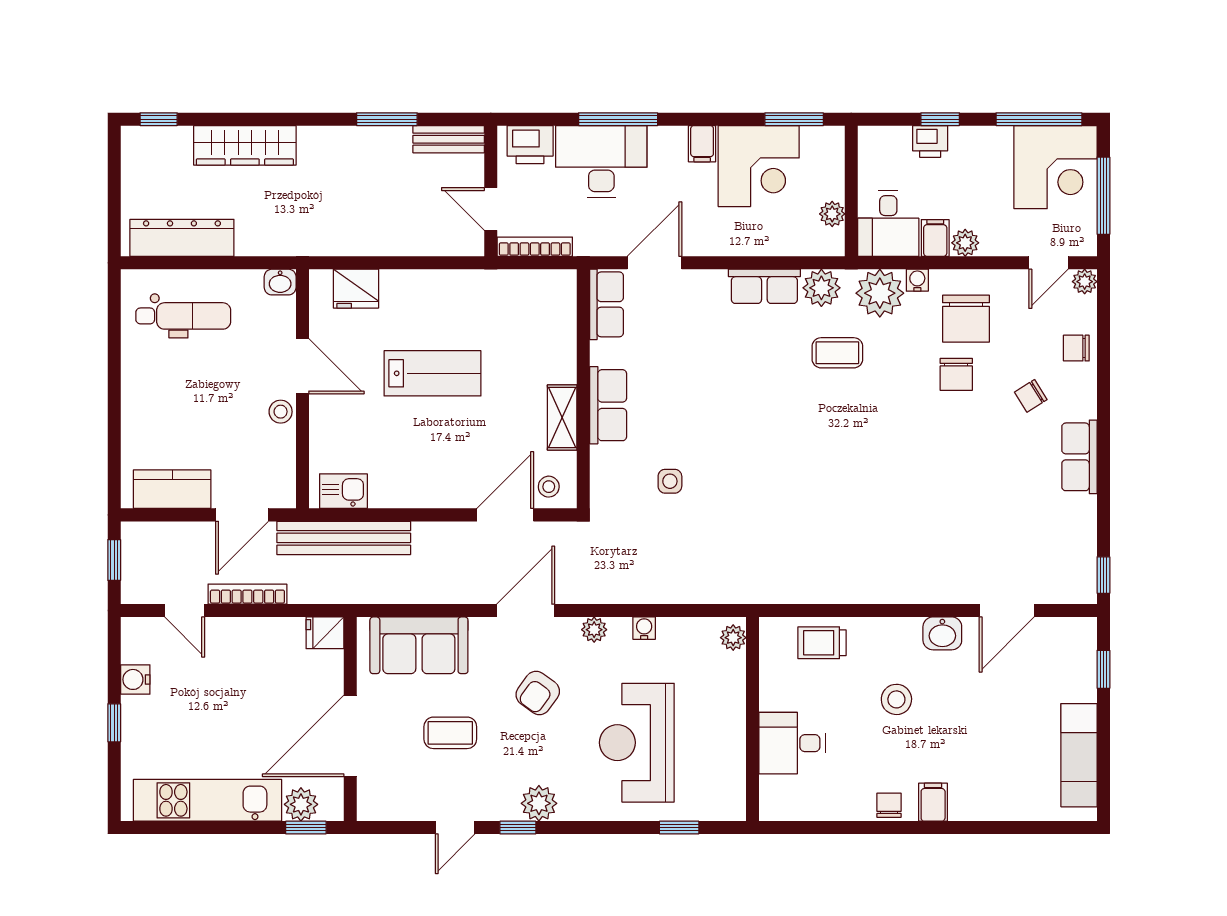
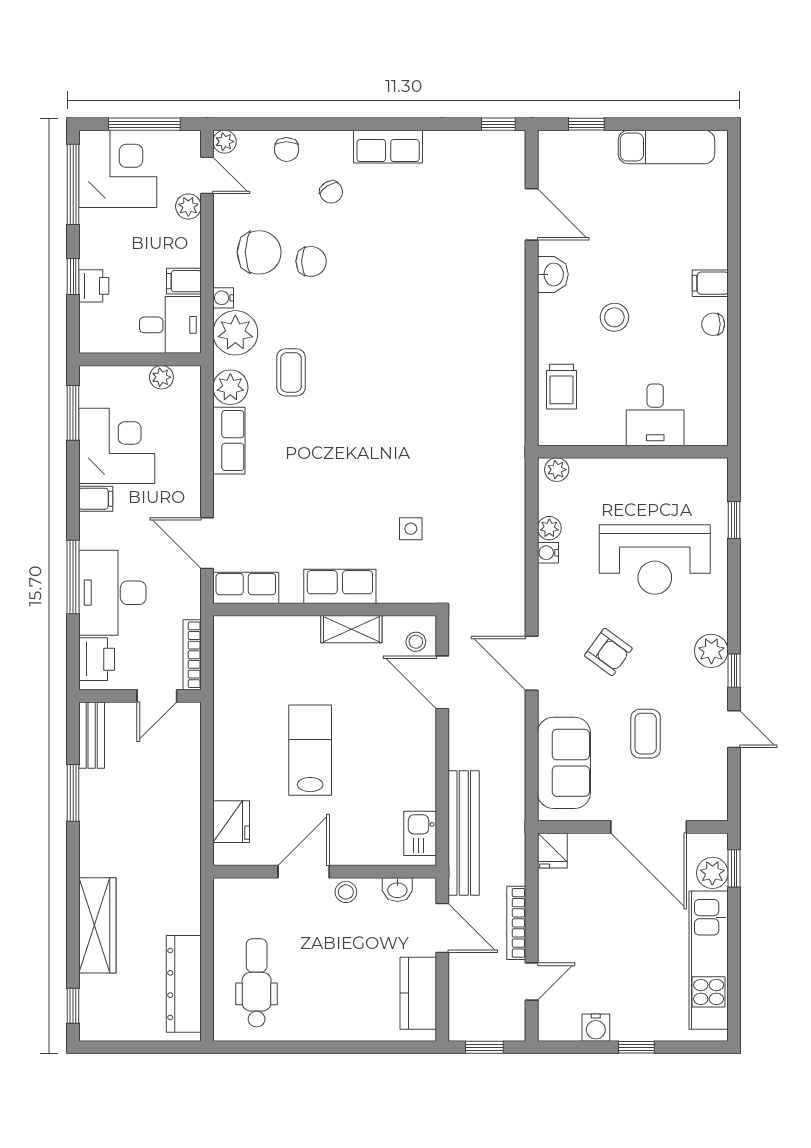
plant: (965, 243) -> (188, 206), moved
washbasin: (280, 282) -> (397, 890), moved, turned 90
plant: (594, 630) -> (549, 528), moved

